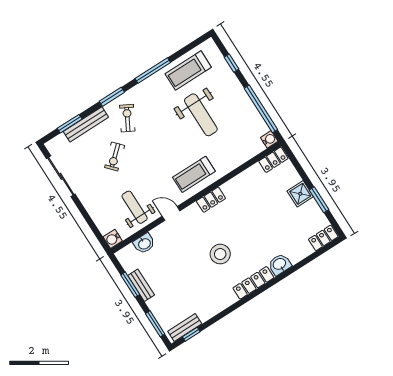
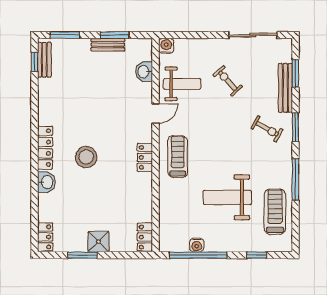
water cooler: (269, 139) -> (197, 245), moved
exercise bike: (115, 157) -> (228, 81), moved
stool: (220, 254) -> (86, 157), moved

